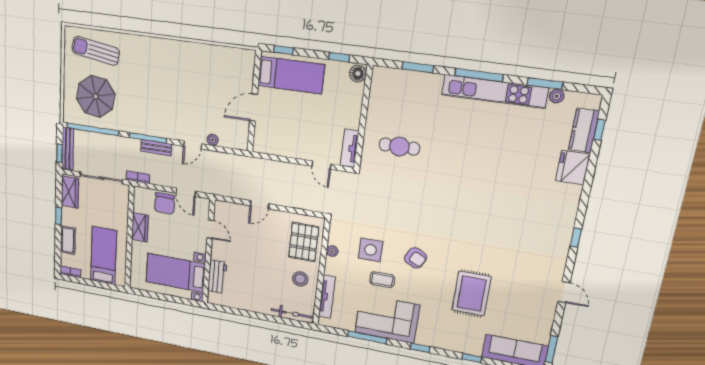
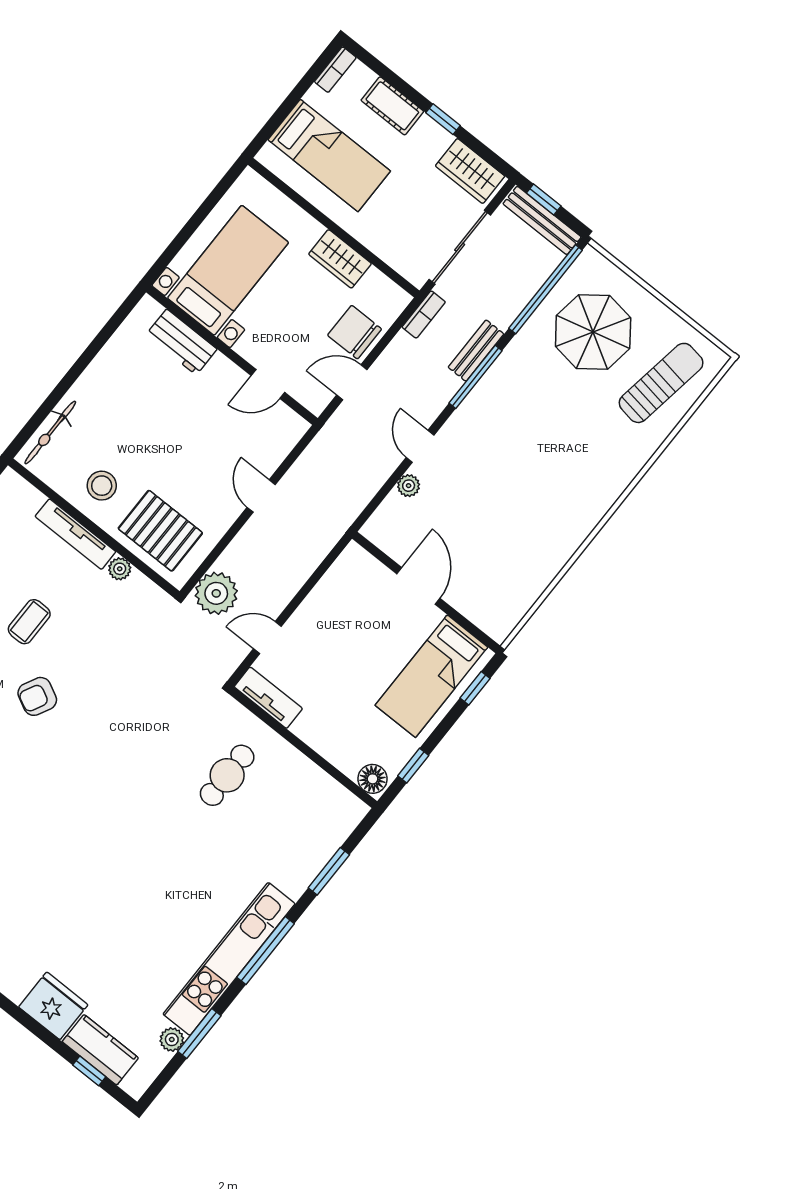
bench: (156, 148) -> (476, 351), moved
plant: (316, 201) -> (216, 593), added
side table: (370, 250) -> (89, 632), removed
tv unit: (327, 297) -> (75, 534), moved

